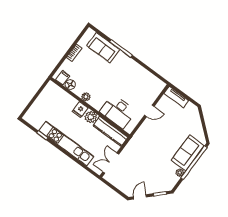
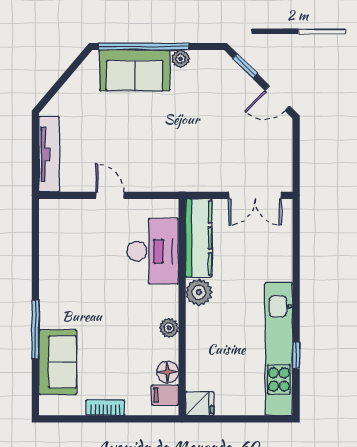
tv unit: (176, 97) -> (49, 154), width x1.41
fridge: (80, 110) -> (200, 403), moved
kitchen unit: (66, 144) -> (279, 349), moved

